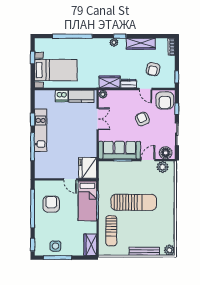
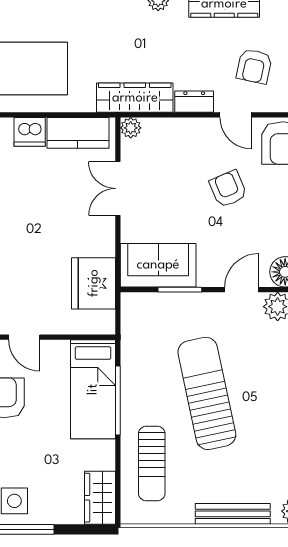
wardrobe: (110, 82) -> (135, 98), width x1.50
double door: (98, 119) -> (118, 189), swing flipped
sofa: (120, 150) -> (158, 265), width x0.73
fridge: (88, 168) -> (94, 283), moved
door: (70, 179) -> (24, 337), moved
sun lounger: (134, 202) -> (207, 393), turned -102

